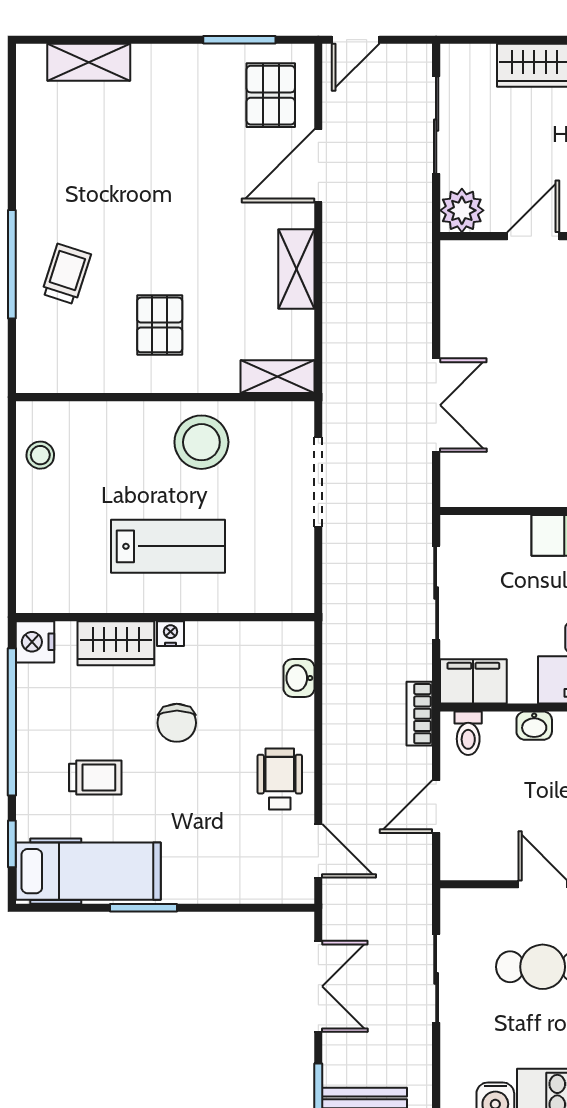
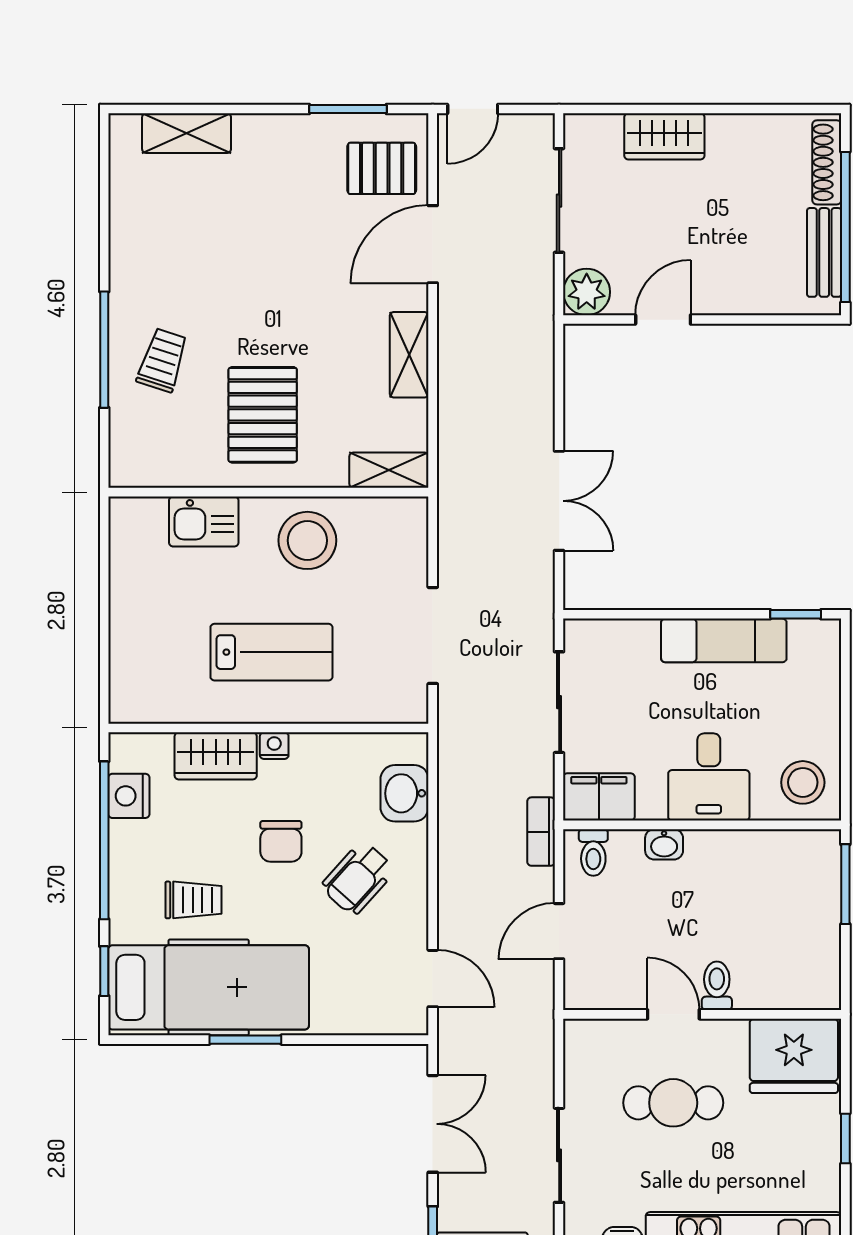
pallet: (271, 95) -> (382, 168), turned 90
pallet: (160, 325) -> (263, 415), width x1.50, depth x1.42
kitchen sink: (105, 424) -> (204, 521), added
stool: (40, 455) -> (135, 554), removed
doorway: (318, 482) -> (433, 636), moved
nightstand: (35, 642) -> (129, 796), moved
washbasin: (299, 678) -> (405, 793), width x1.38, depth x1.45
wheelchair: (280, 779) -> (358, 878), moved, turned -138
hospital bed: (88, 871) -> (209, 987), width x1.37, depth x1.29
sliding door: (436, 978) -> (559, 1155), moved

